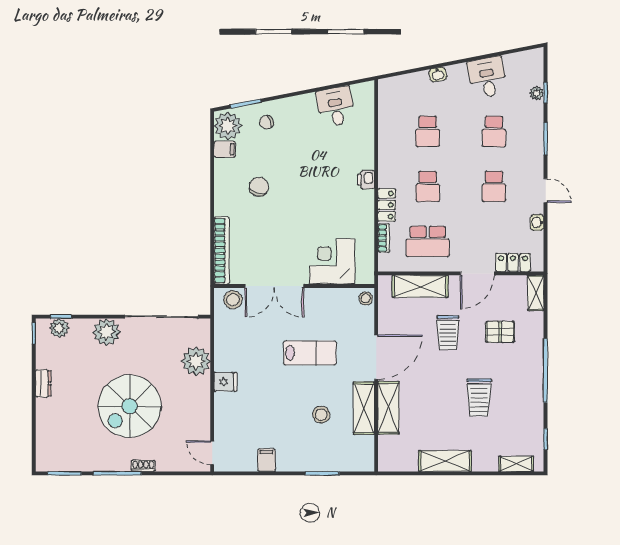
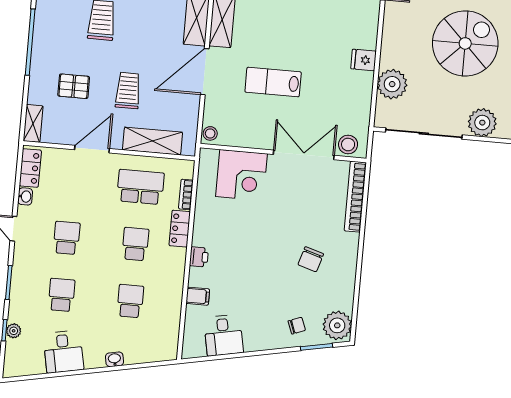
filing cabinet: (225, 149) -> (198, 296), moved, turned 180
locker: (513, 262) -> (30, 168), moved, turned -90
stool: (321, 415) -> (267, 17), removed

